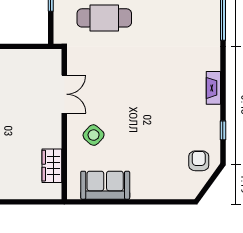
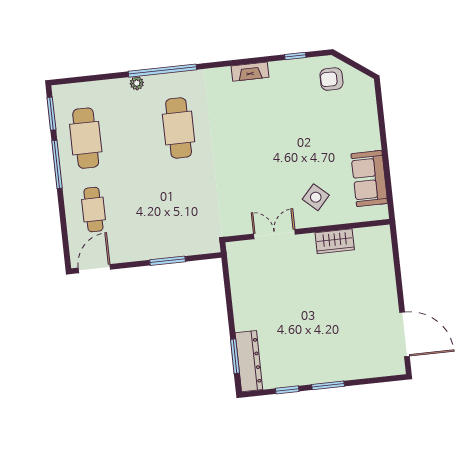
cafe table: (104, 18) -> (179, 128), moved
wardrobe: (52, 166) -> (335, 241), moved

